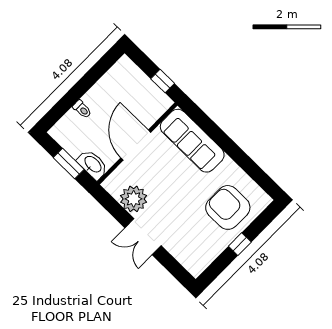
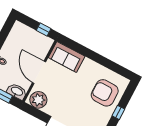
sofa: (192, 141) -> (67, 57), width x0.73
plant: (134, 199) -> (38, 100), moved

